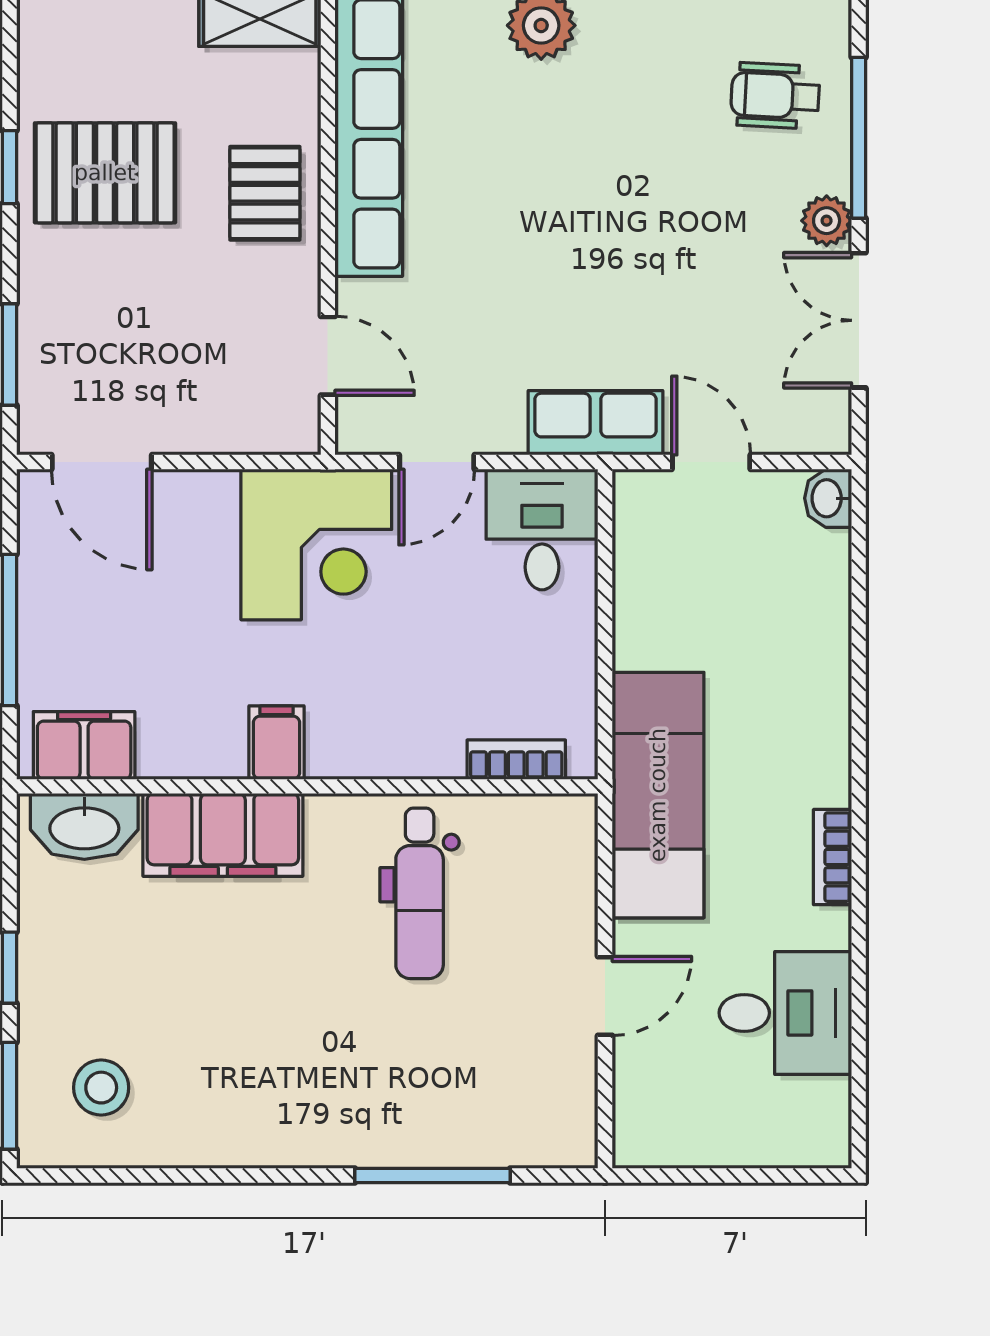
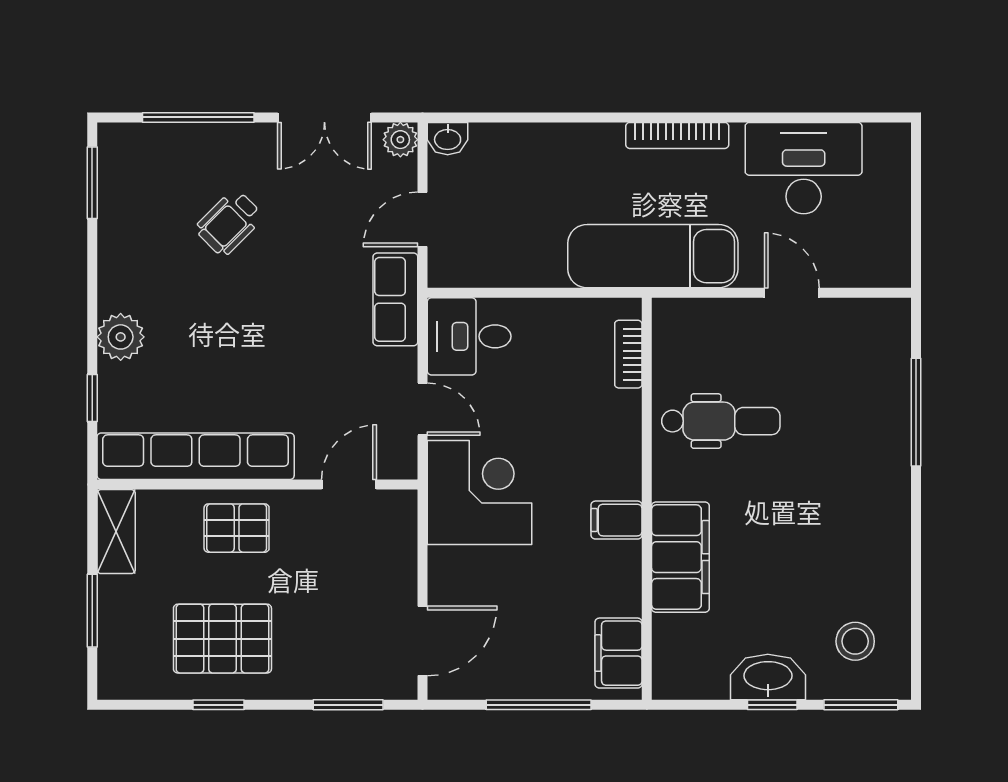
wheelchair: (775, 96) -> (229, 223), moved, turned 42
pallet: (105, 173) -> (222, 639), turned 90
plant: (827, 221) -> (400, 140), moved
washbasin: (84, 826) -> (768, 677), moved, turned -90
bookcase: (833, 857) -> (677, 135), width x1.56
desk: (785, 1013) -> (804, 168), width x1.37

